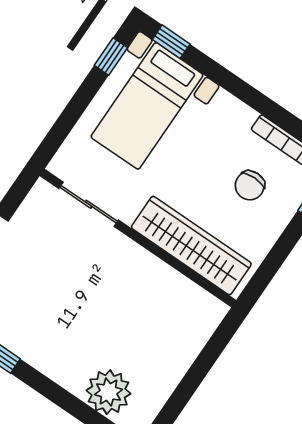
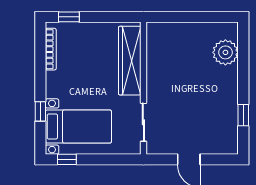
window: (171, 42) -> (40, 111), moved
chair: (250, 185) -> (83, 52), removed

